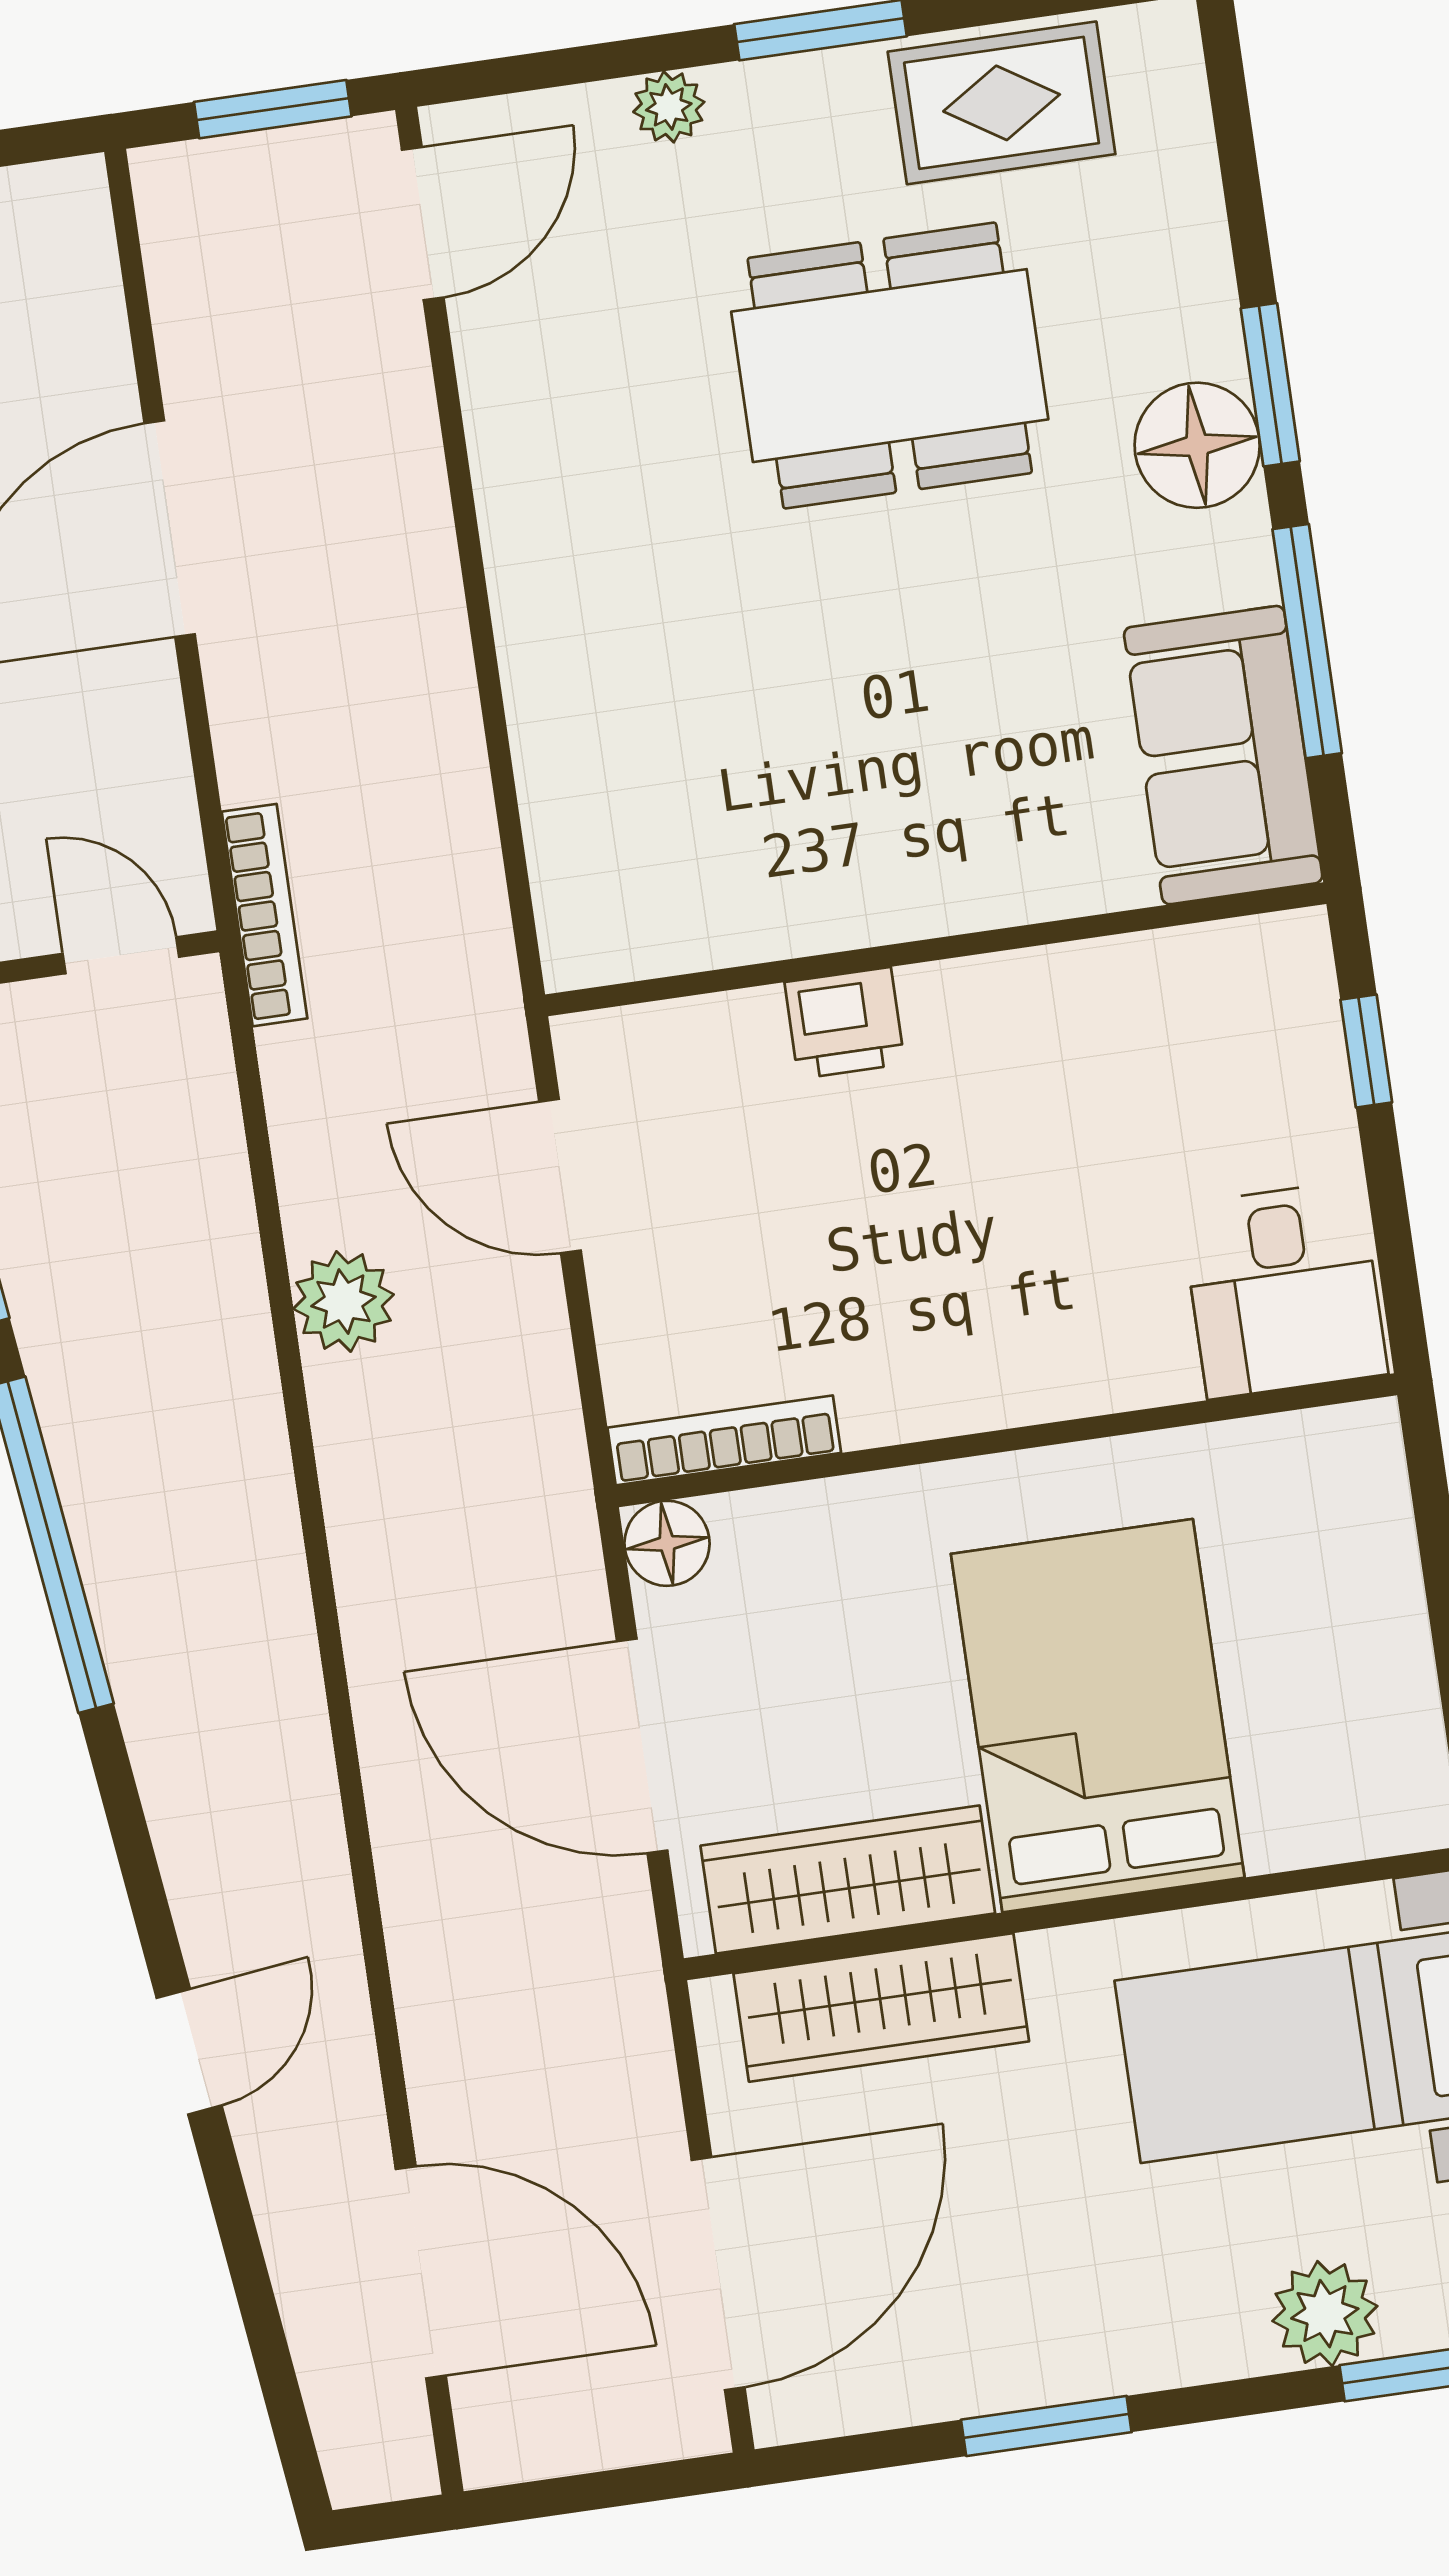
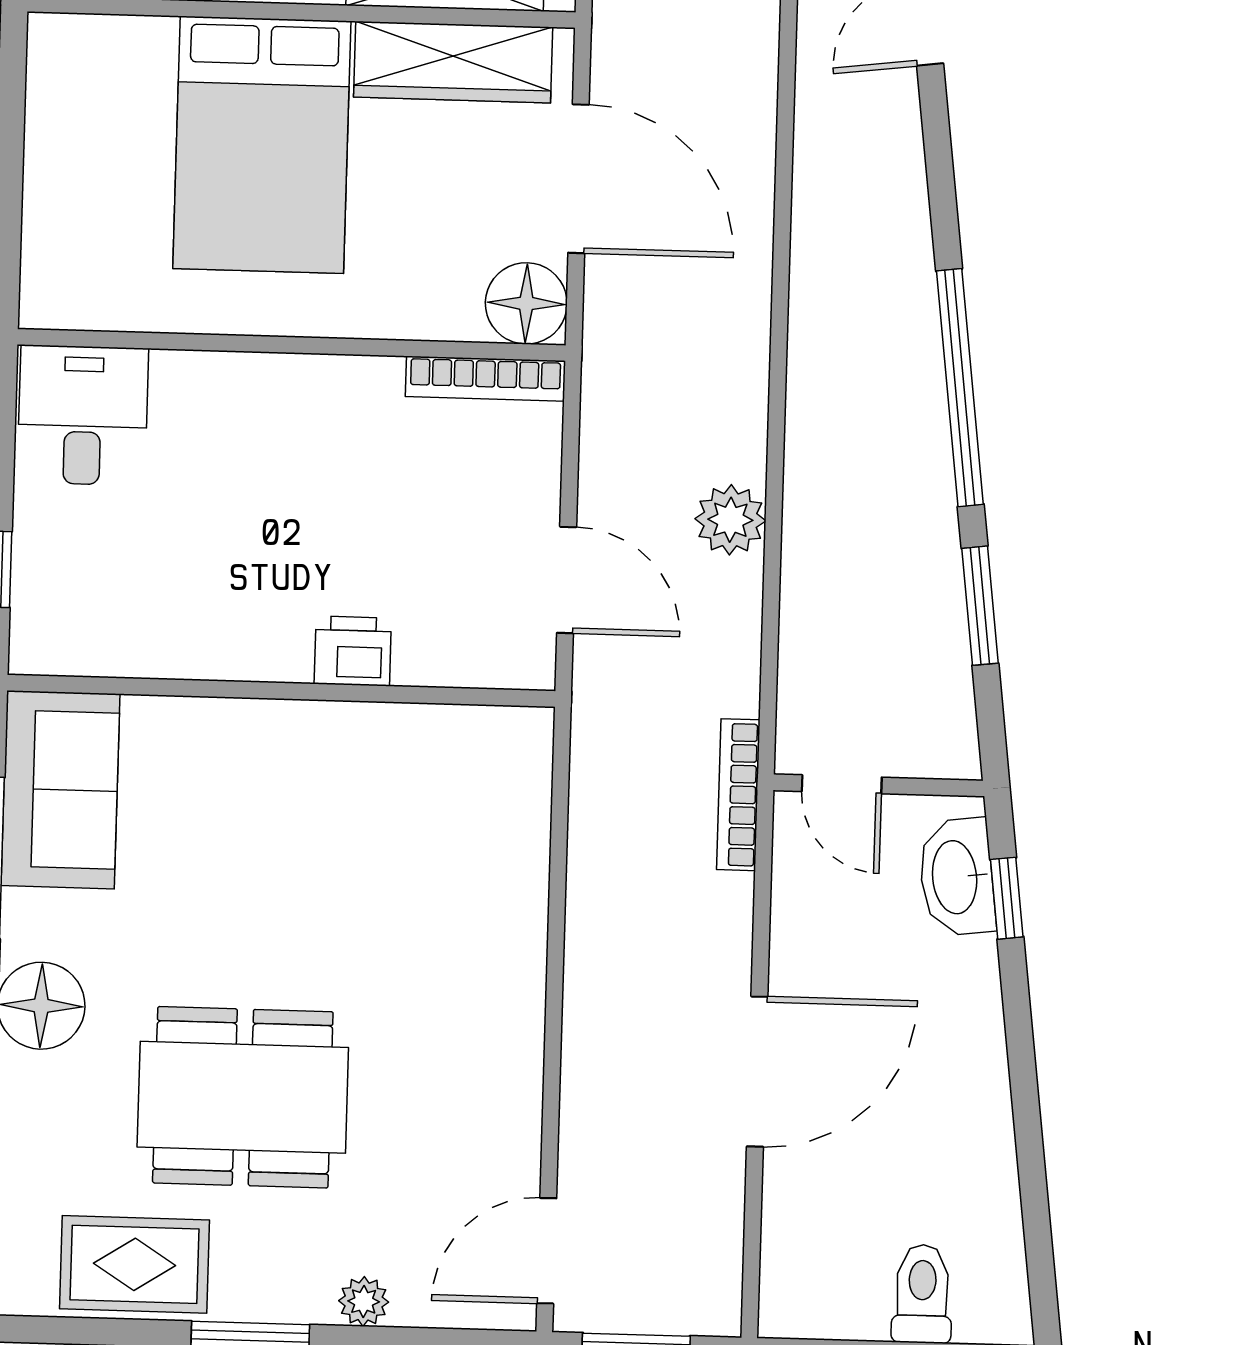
floor lamp: (667, 1543) -> (526, 303), width x1.38, depth x1.38

